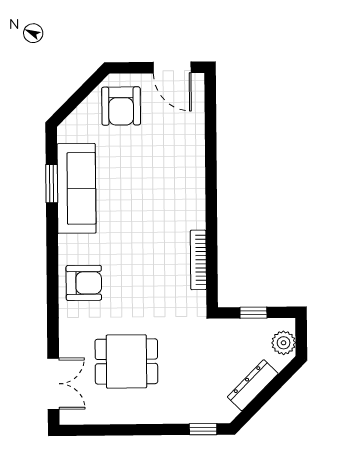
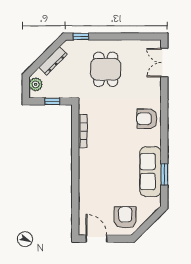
dining table: (126, 361) -> (106, 69), moved, turned 90

